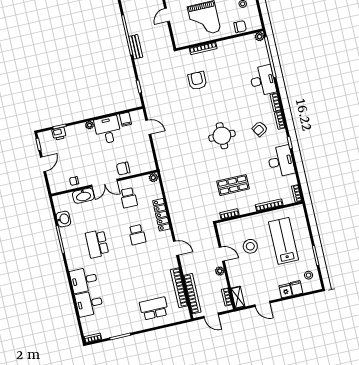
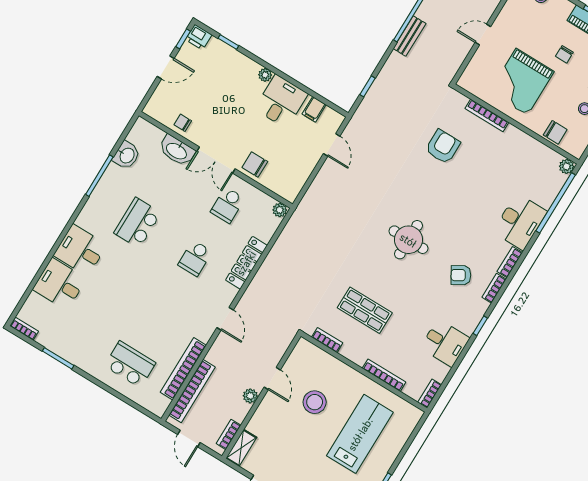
printer: (59, 134) -> (199, 37), moved
desk: (281, 161) -> (445, 343), width x0.73

